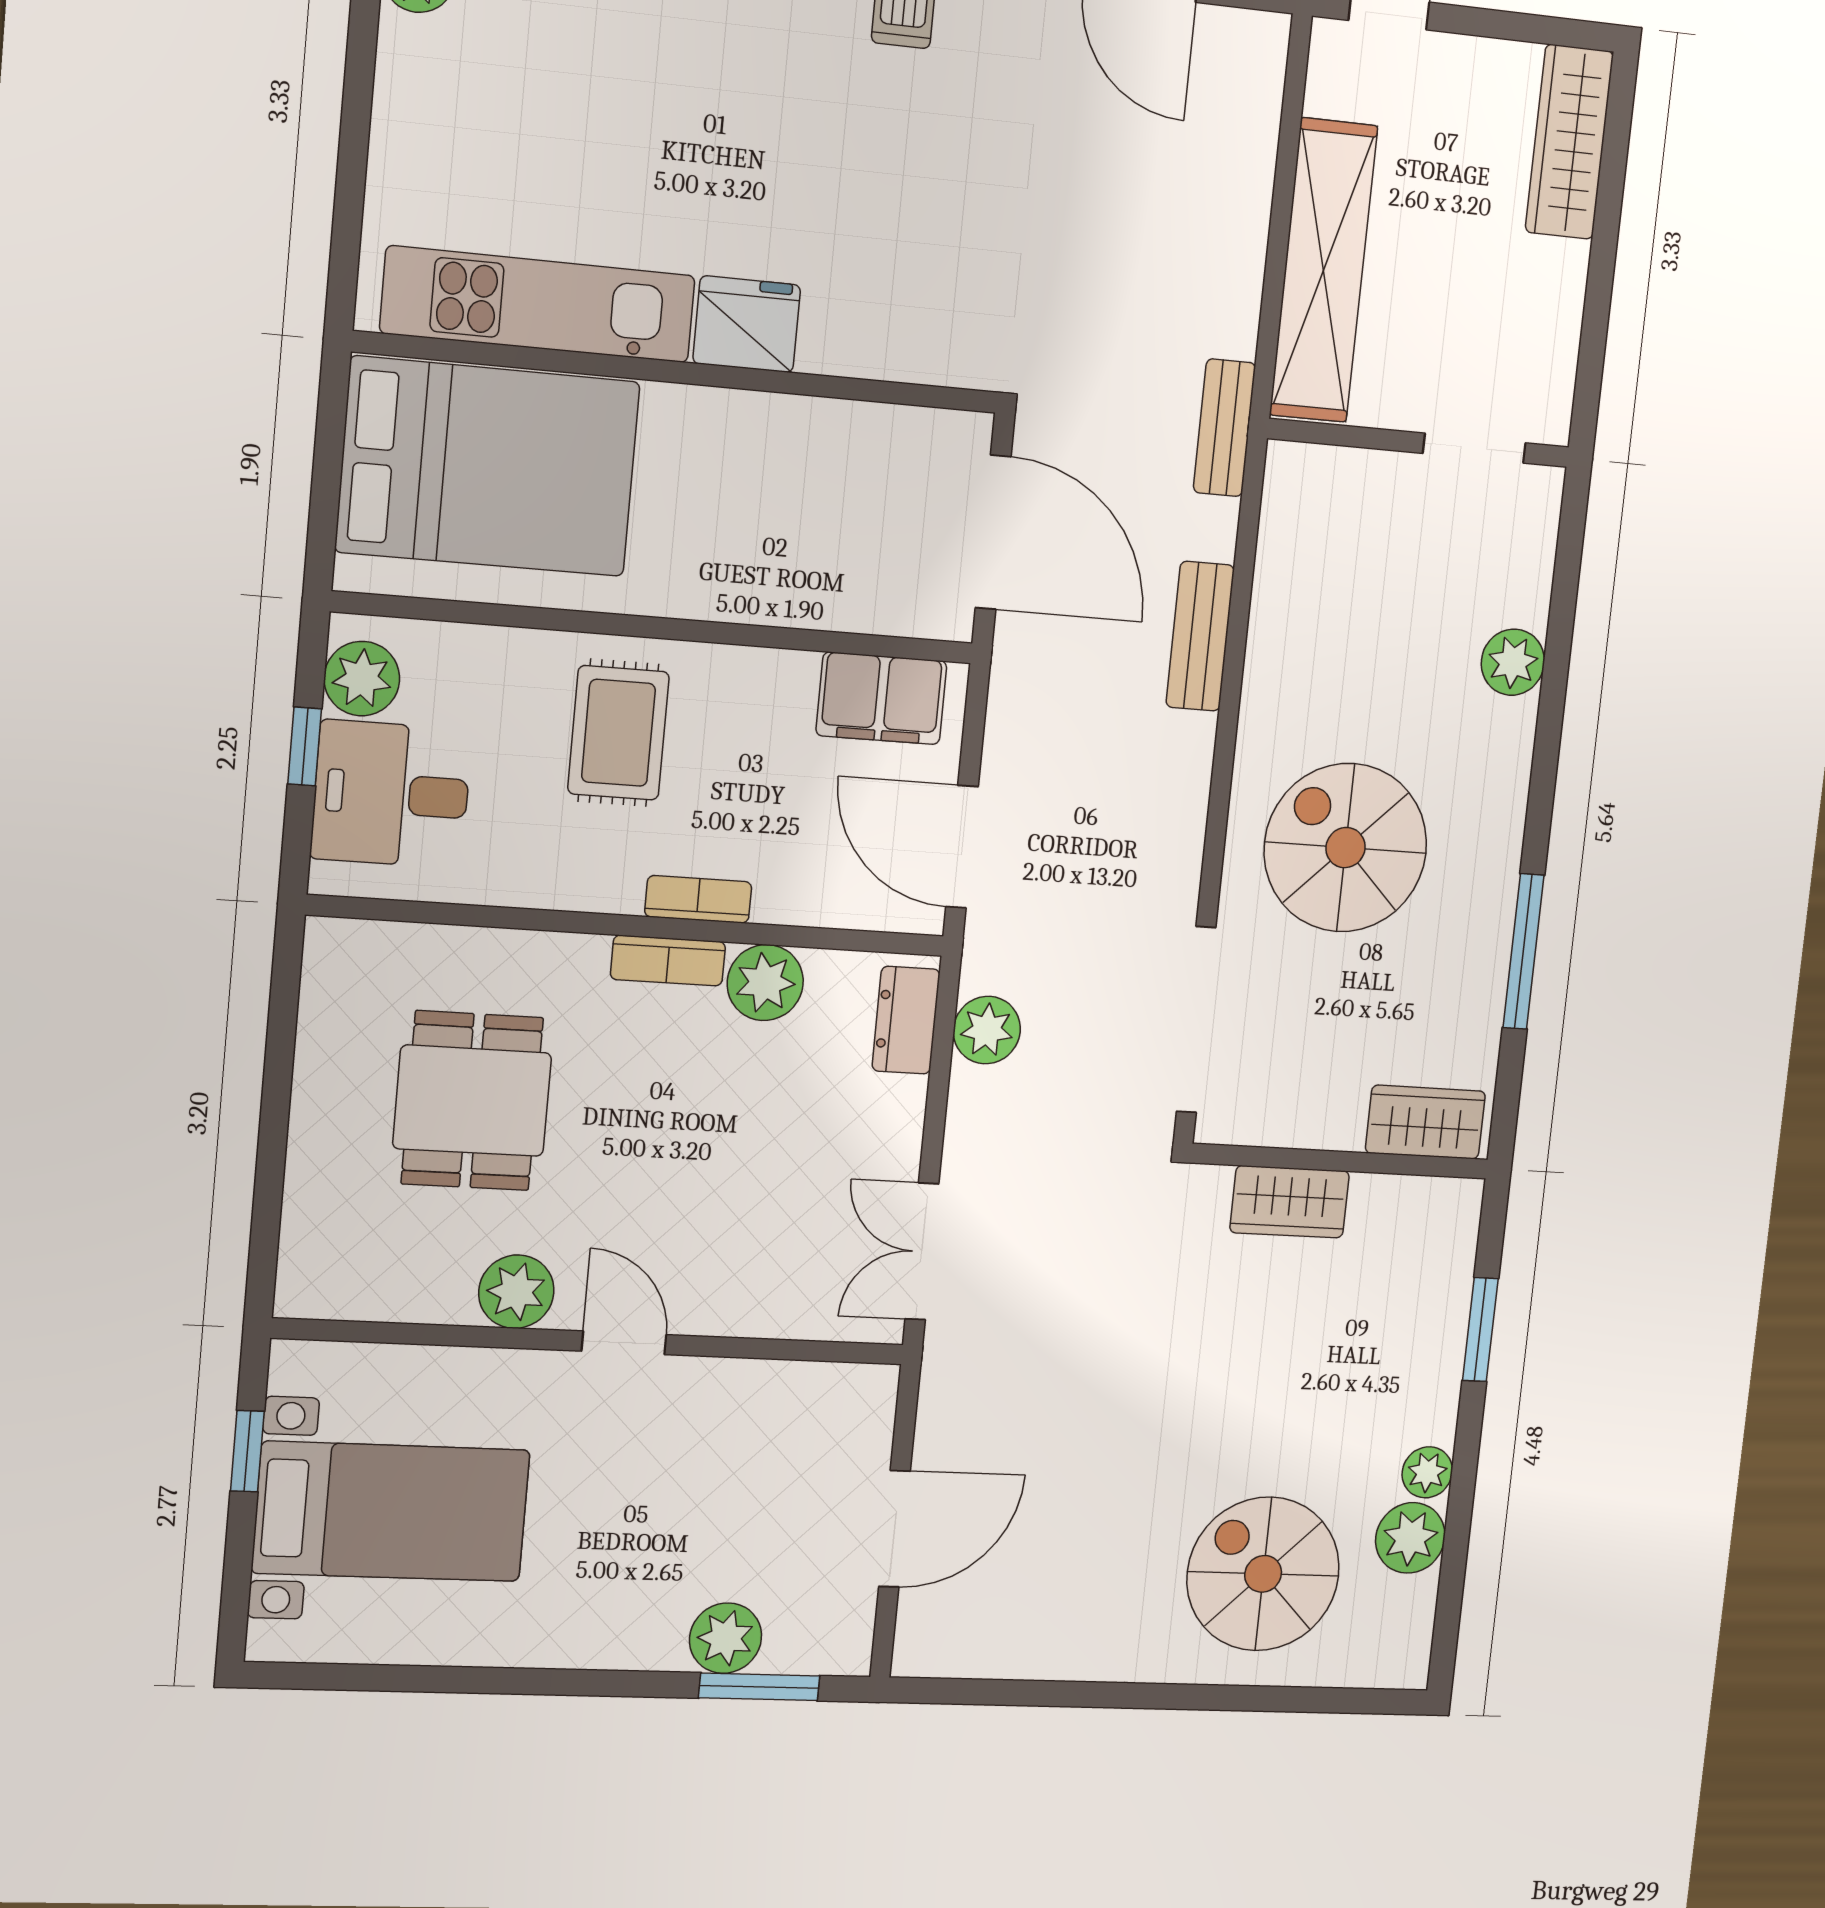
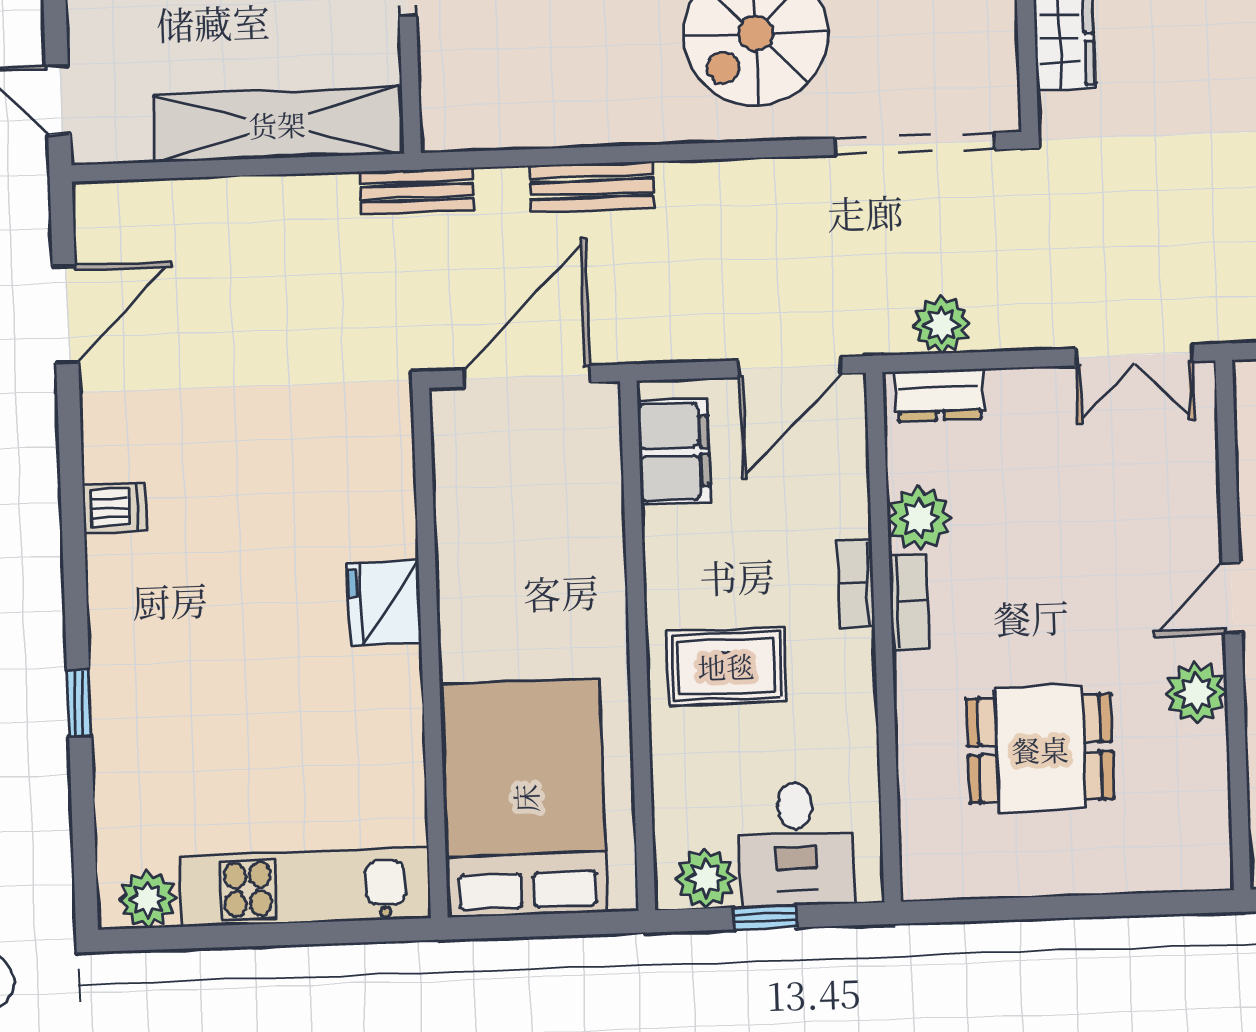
kitchen unit: (538, 304) -> (305, 887), moved, turned 90

